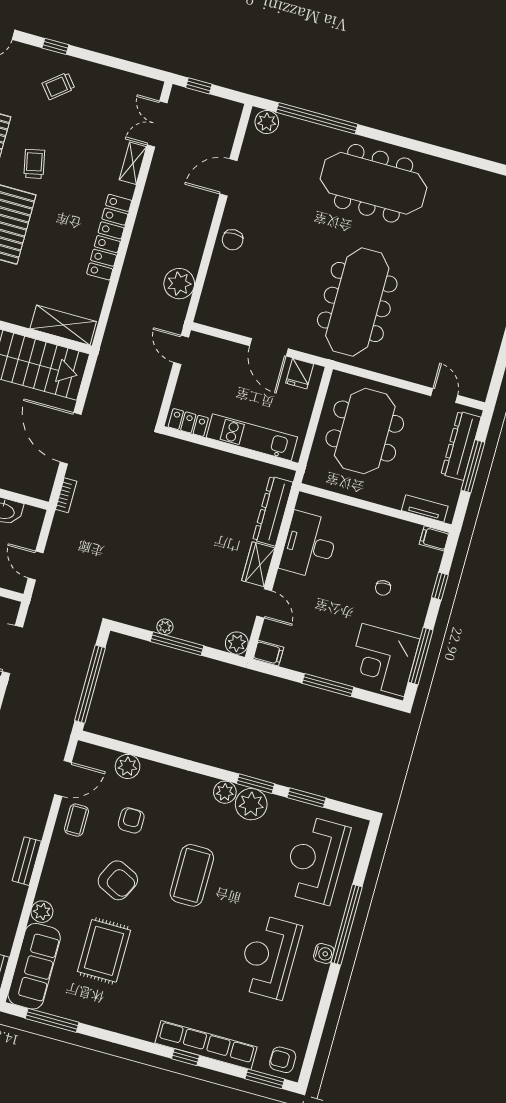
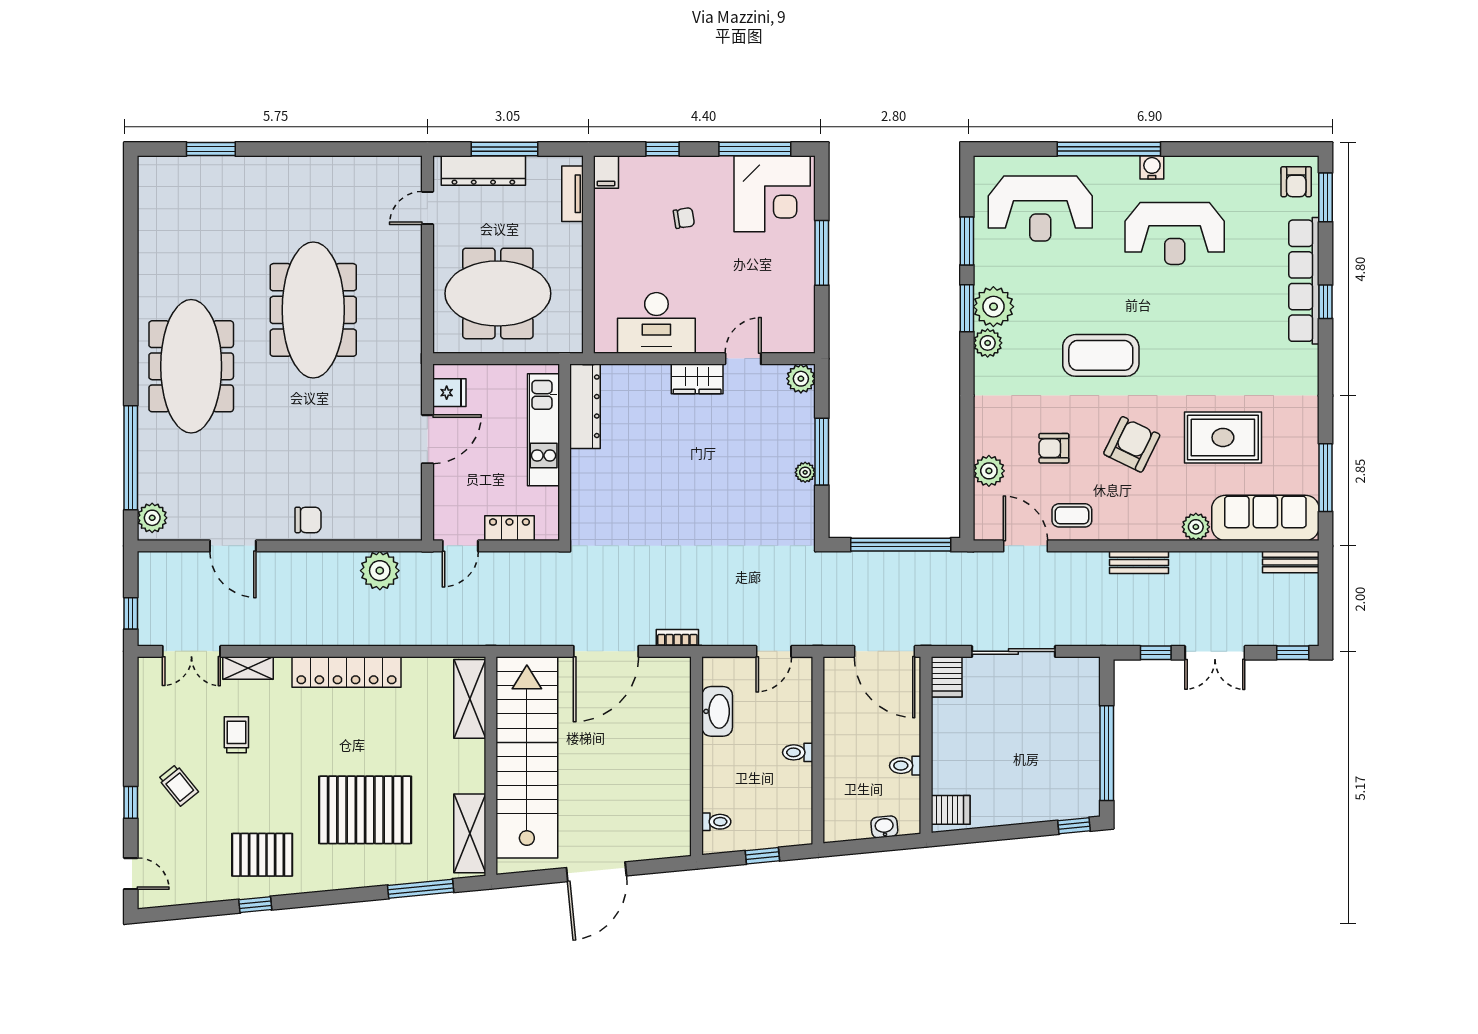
trolley: (34, 164) -> (236, 735), moved, turned 102
meeting table: (357, 302) -> (313, 310), moved, turned 90
locker: (188, 422) -> (509, 528), moved, turned 90
dresser: (273, 511) -> (585, 406), moved, turned -90
filing cabinet: (268, 653) -> (803, 337), removed

